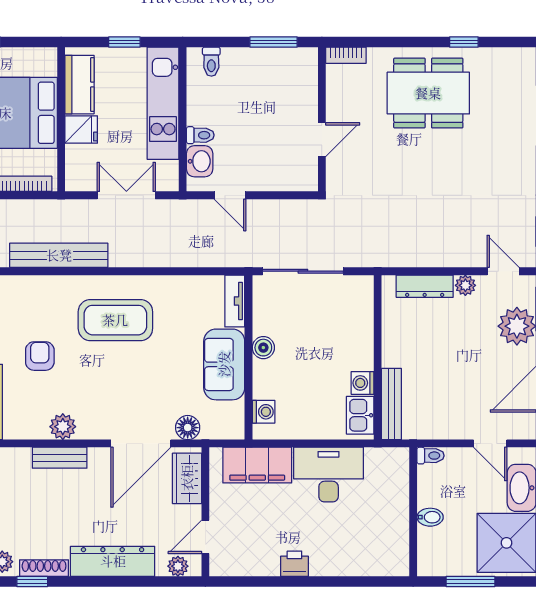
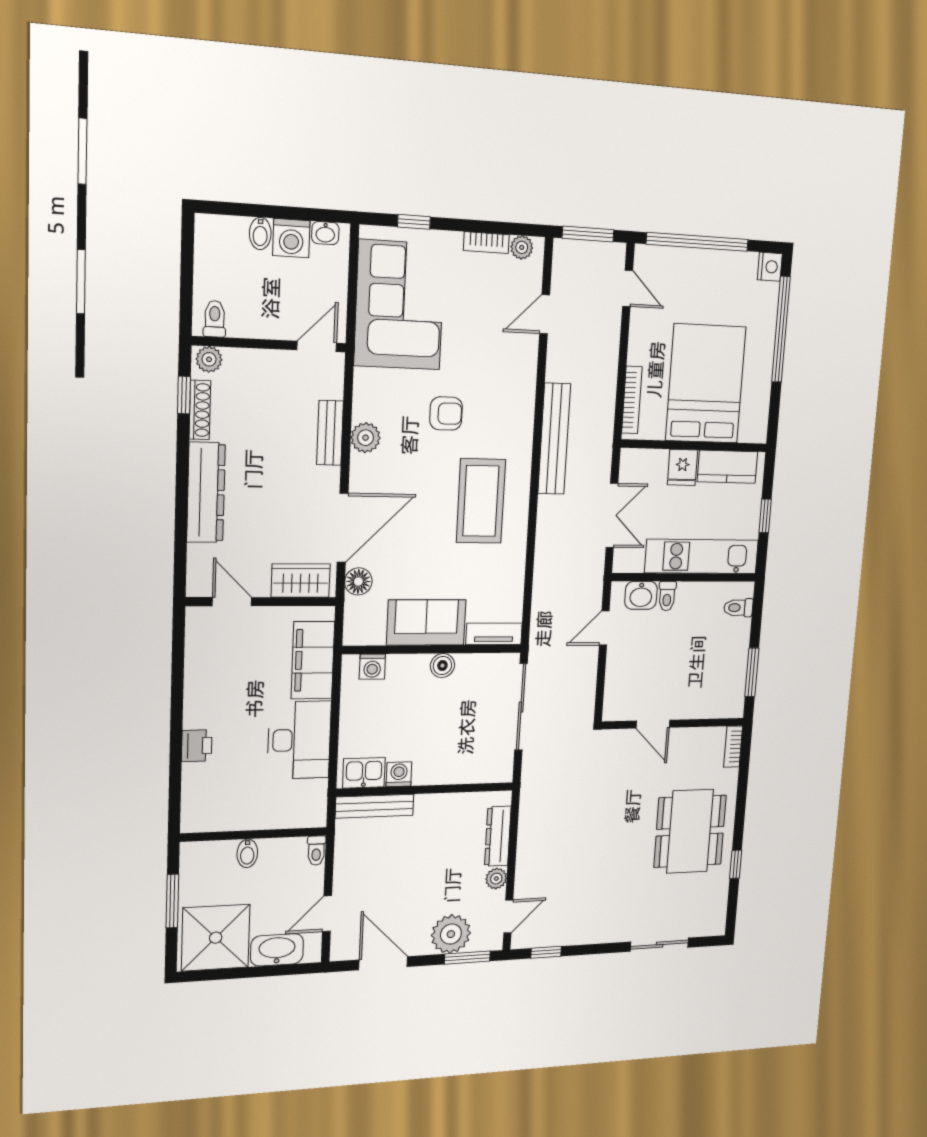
door: (141, 443) -> (343, 528), swing flipped
printer: (294, 564) -> (197, 746), moved
plant: (178, 566) -> (198, 570), removed

